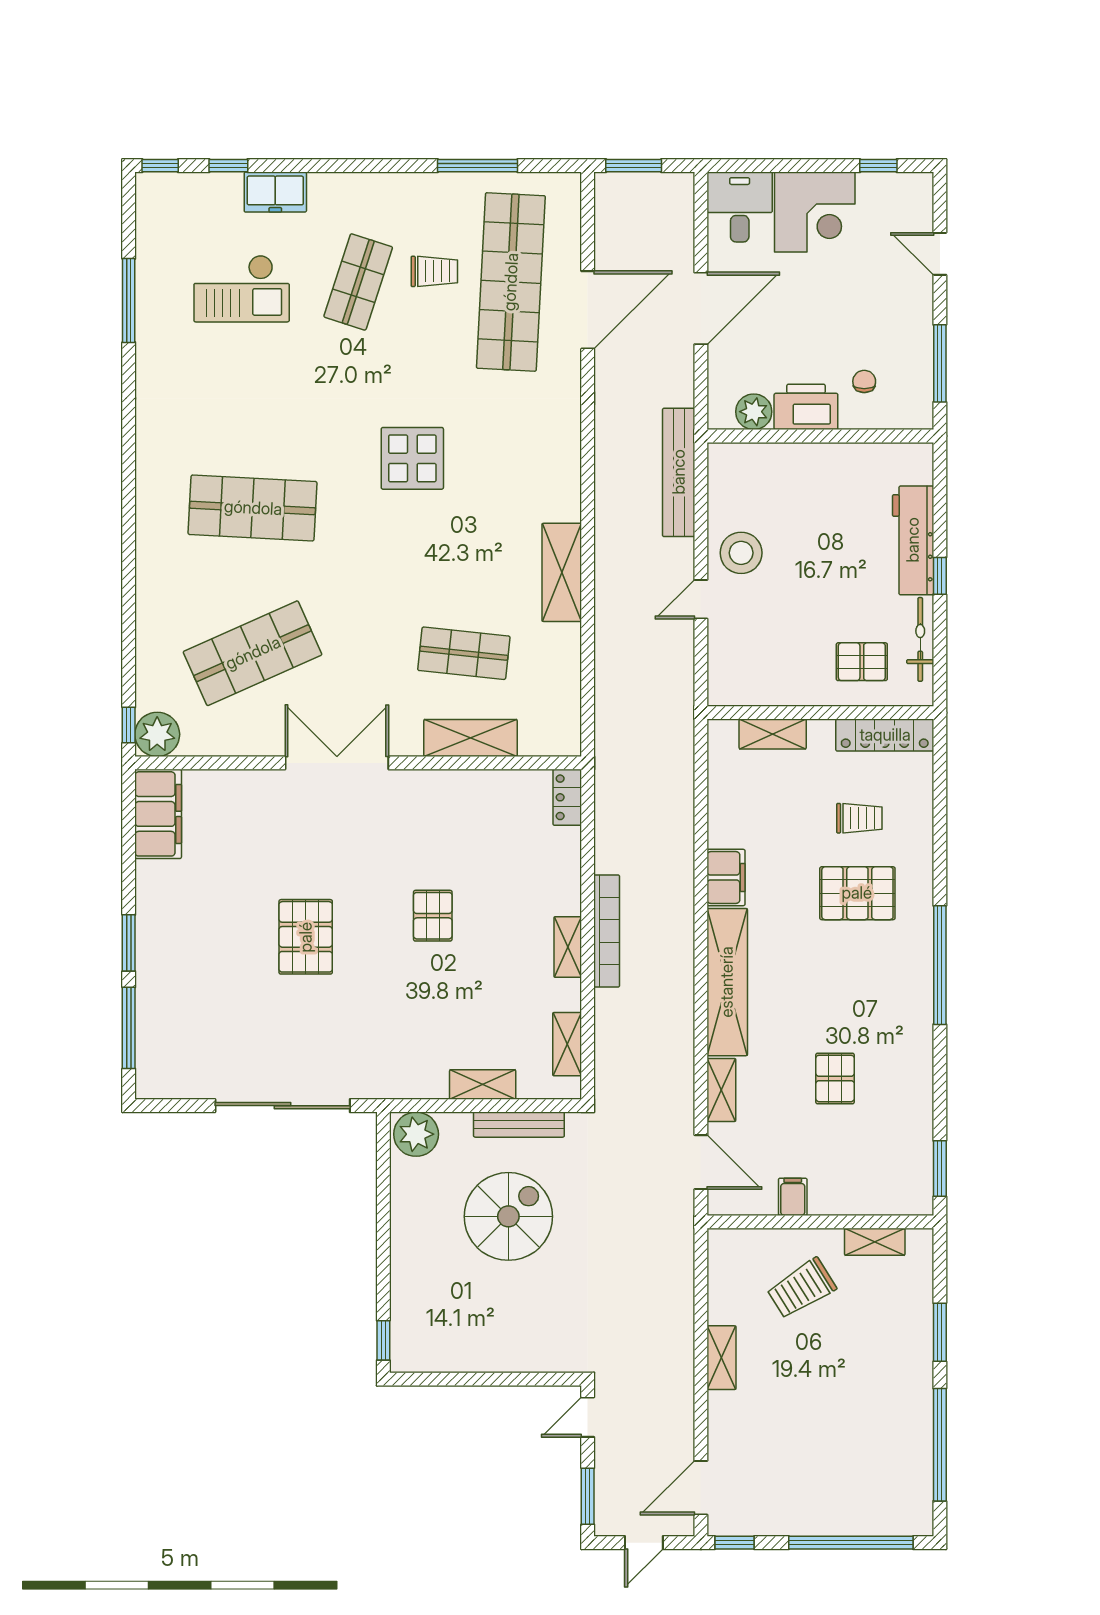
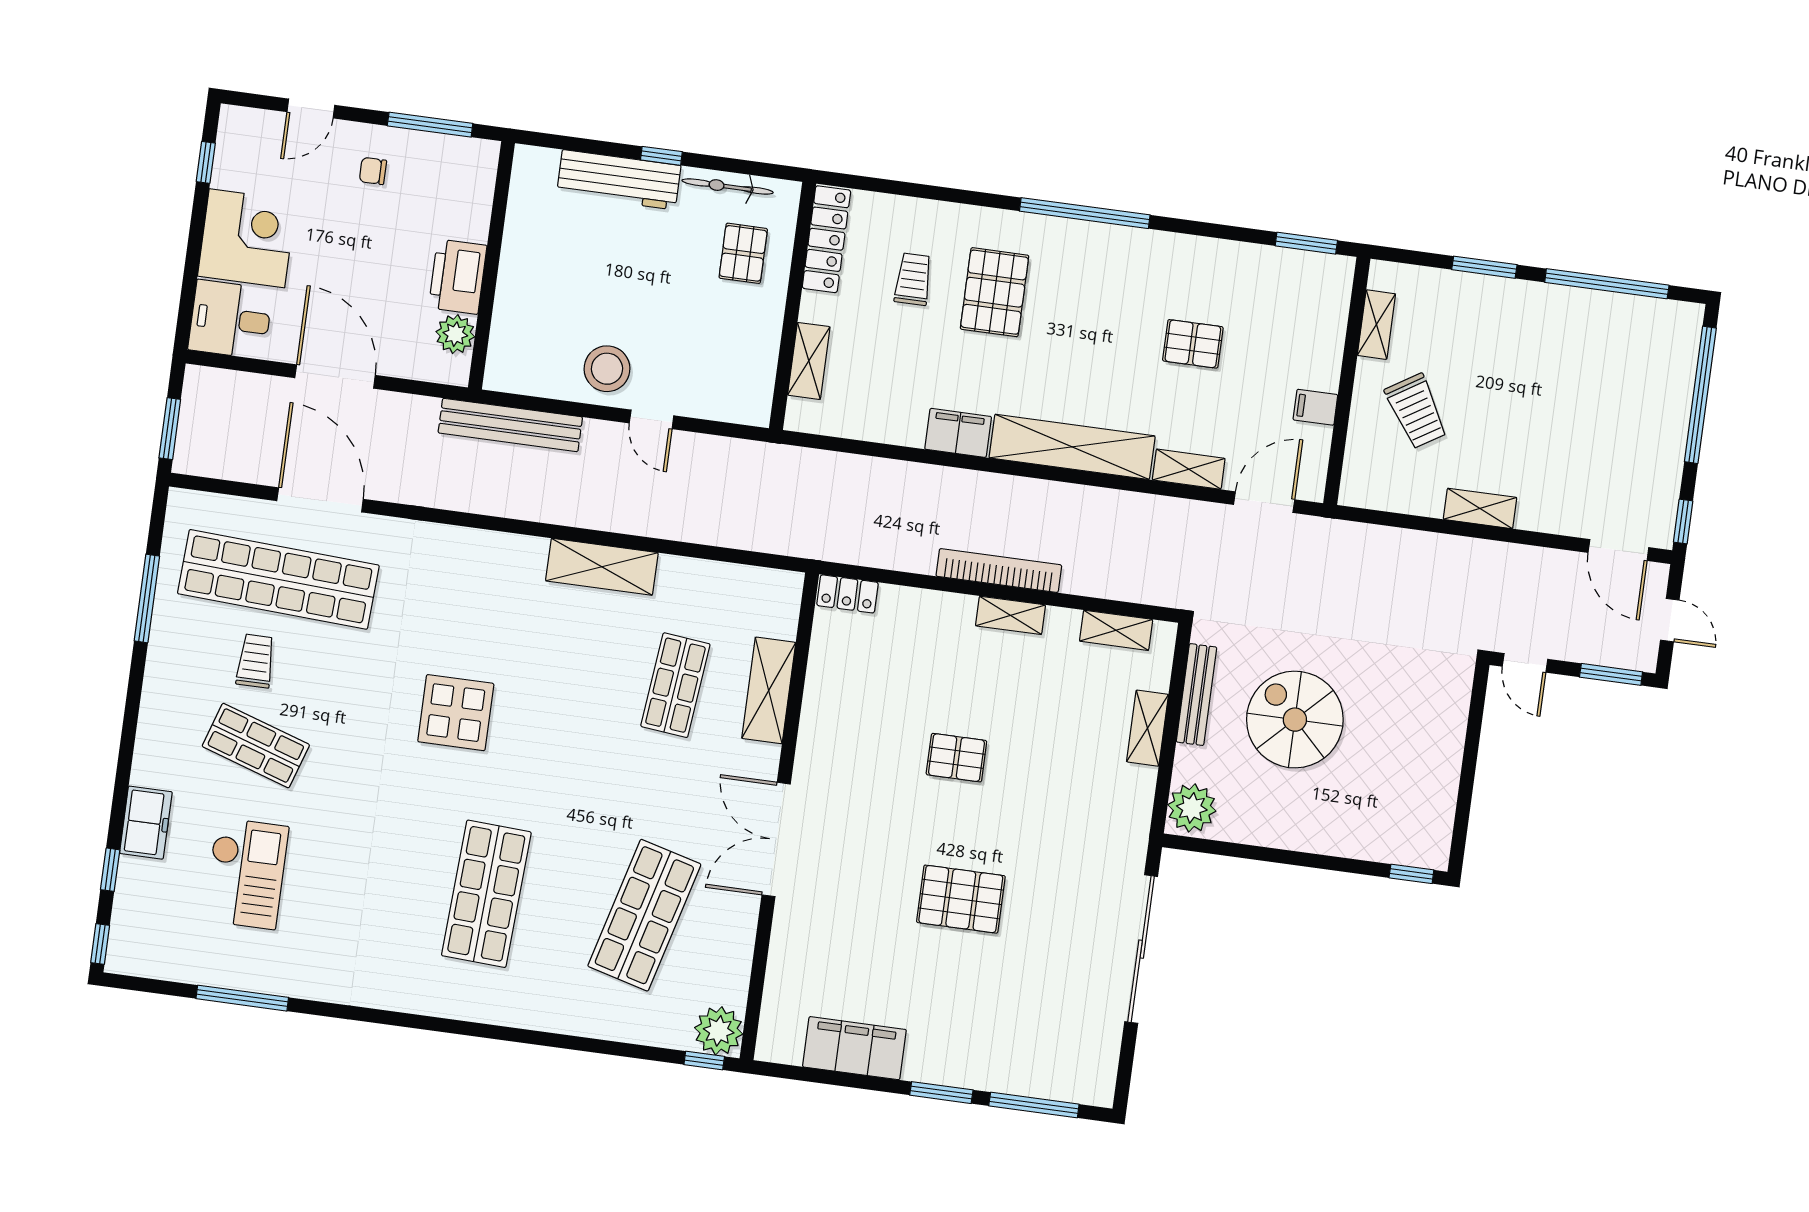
chair: (864, 381) -> (373, 171), moved
shop shelf: (253, 653) -> (644, 915), turned 39
filing cabinet: (158, 814) -> (854, 1048), moved

